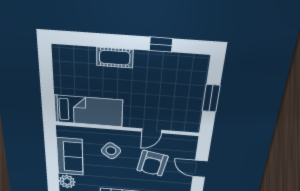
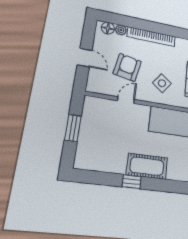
window: (161, 45) -> (132, 182), moved
cot: (115, 58) -> (147, 166), width x1.37, depth x1.34

